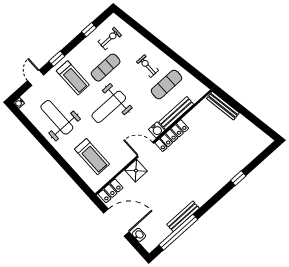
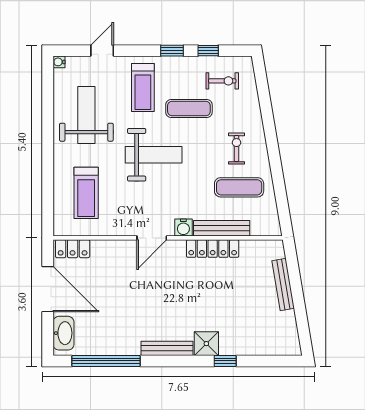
window: (57, 59) -> (172, 51), moved
bench: (223, 106) -> (283, 285), moved
weight bench: (109, 107) -> (154, 155), turned 180
locker: (172, 136) -> (213, 249), moved
door: (145, 150) -> (152, 238), swing flipped
shower: (136, 171) -> (206, 344), moved
bench: (183, 216) -> (167, 348), moved
washbasin: (139, 235) -> (63, 333), width x1.91, depth x1.45

